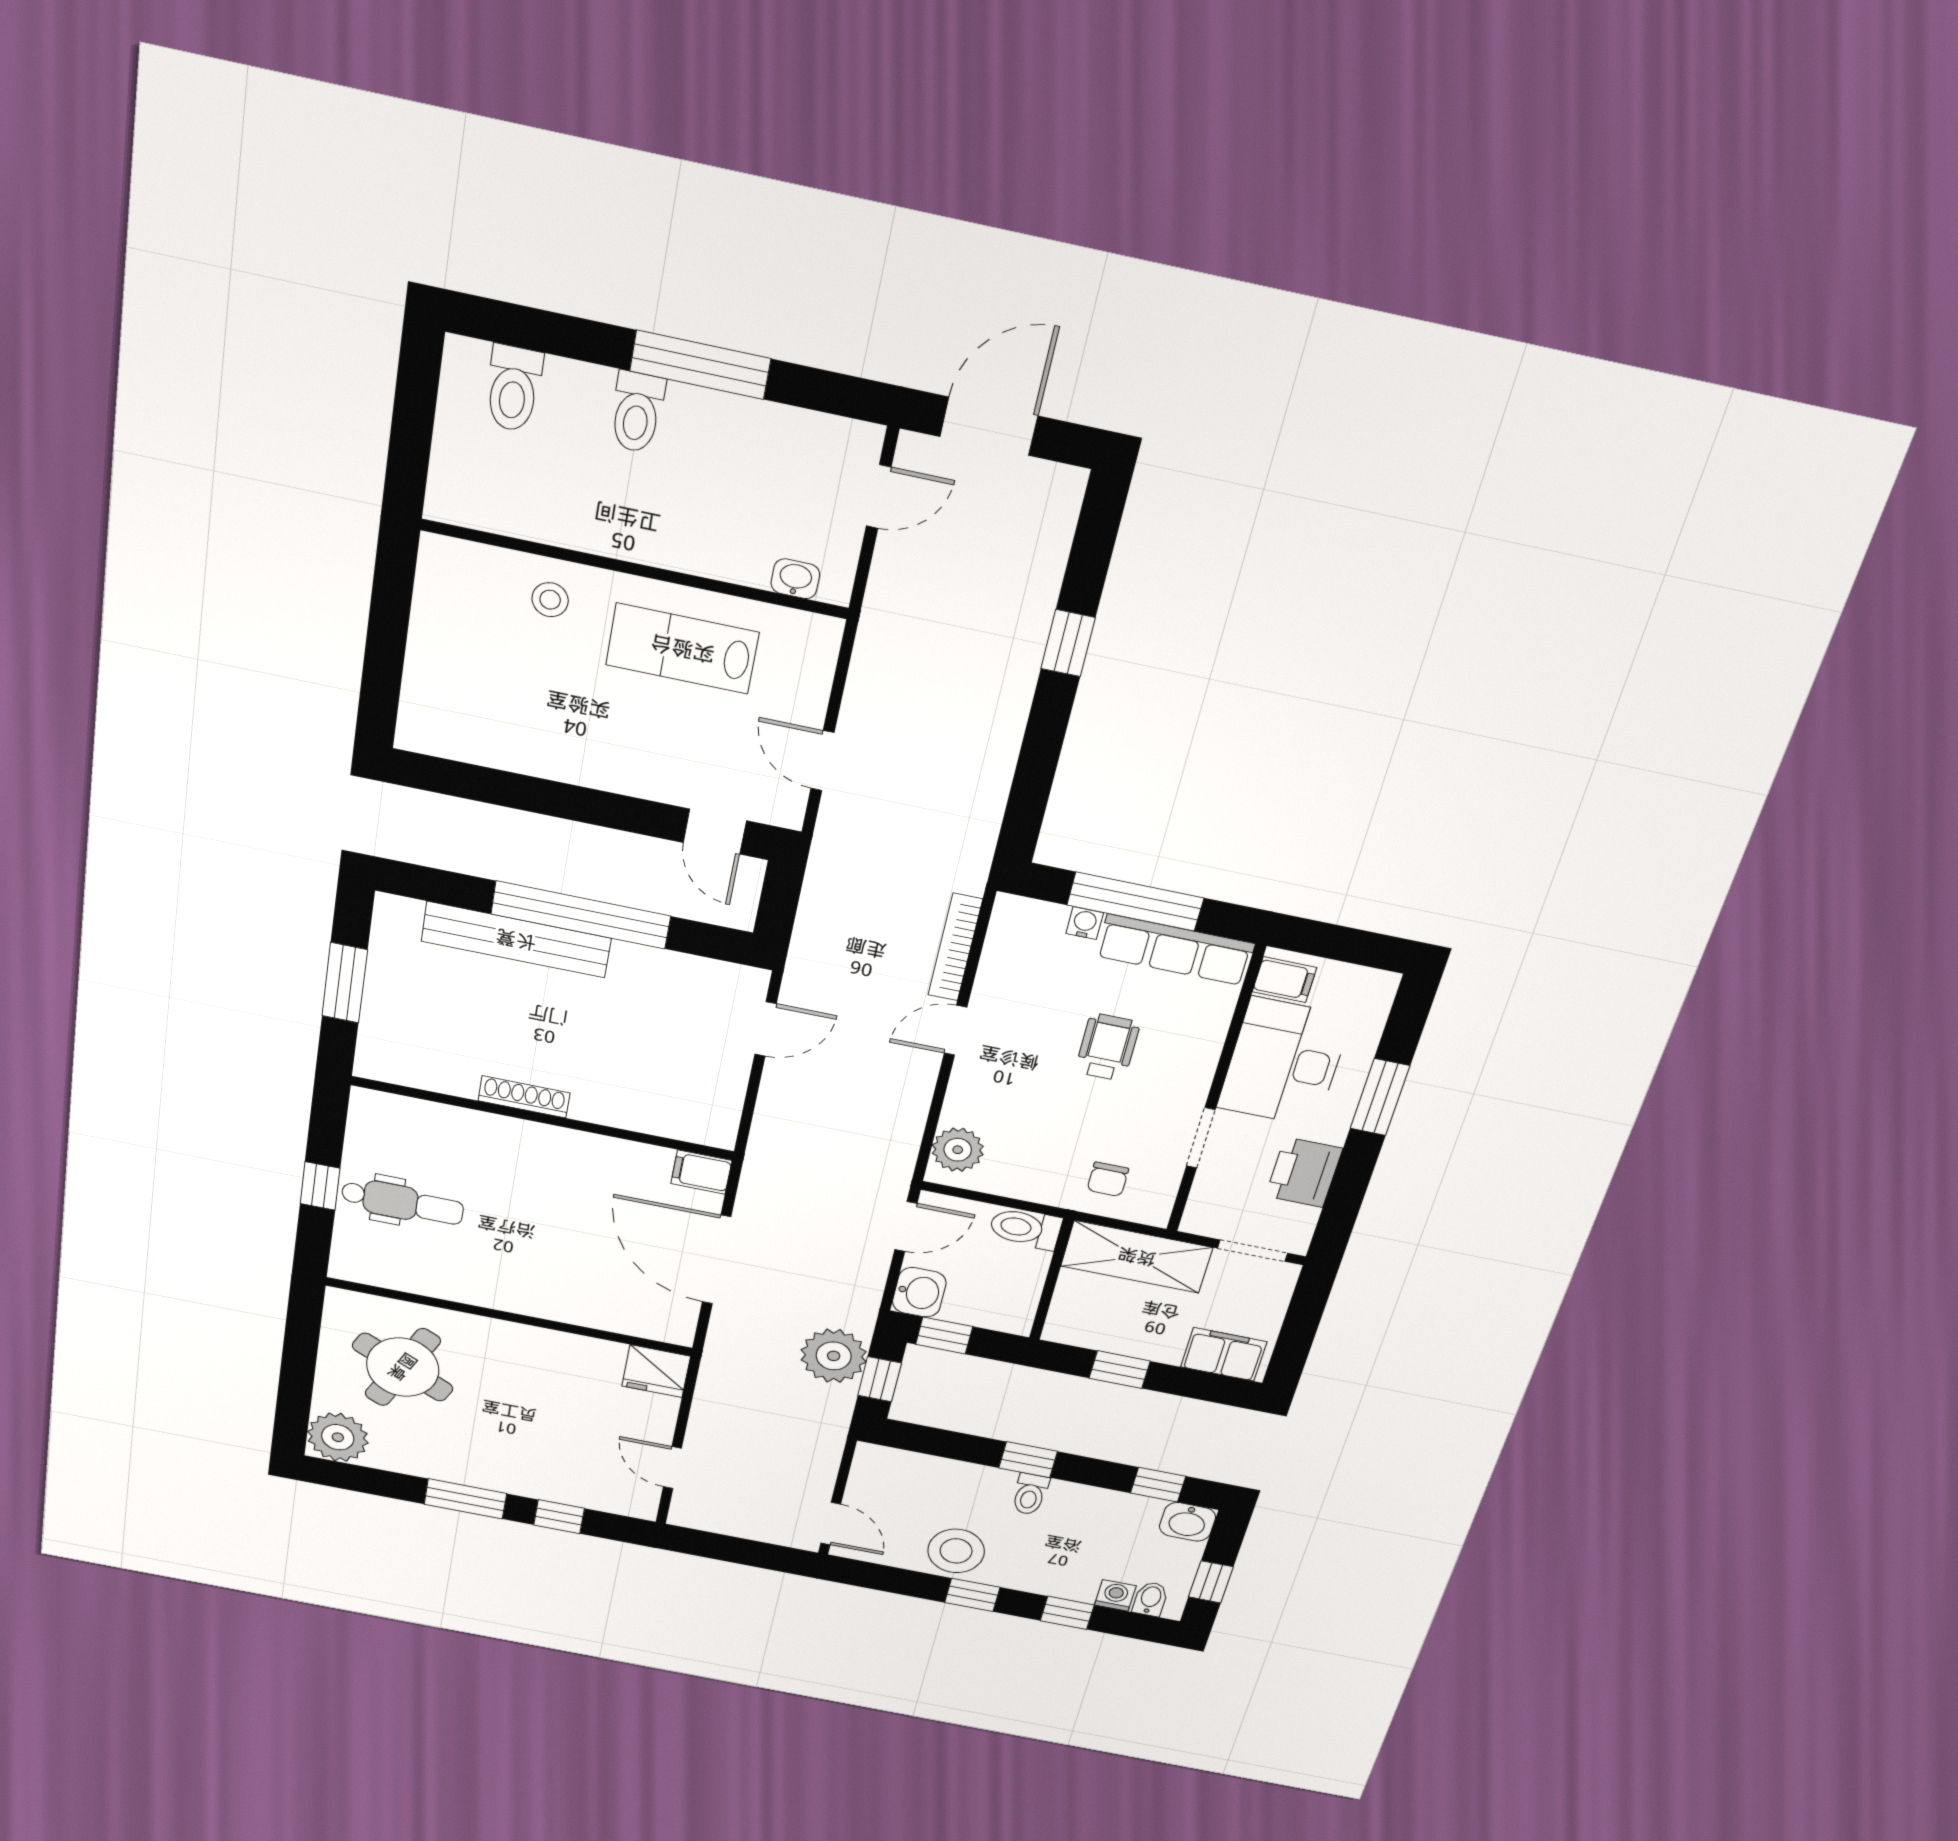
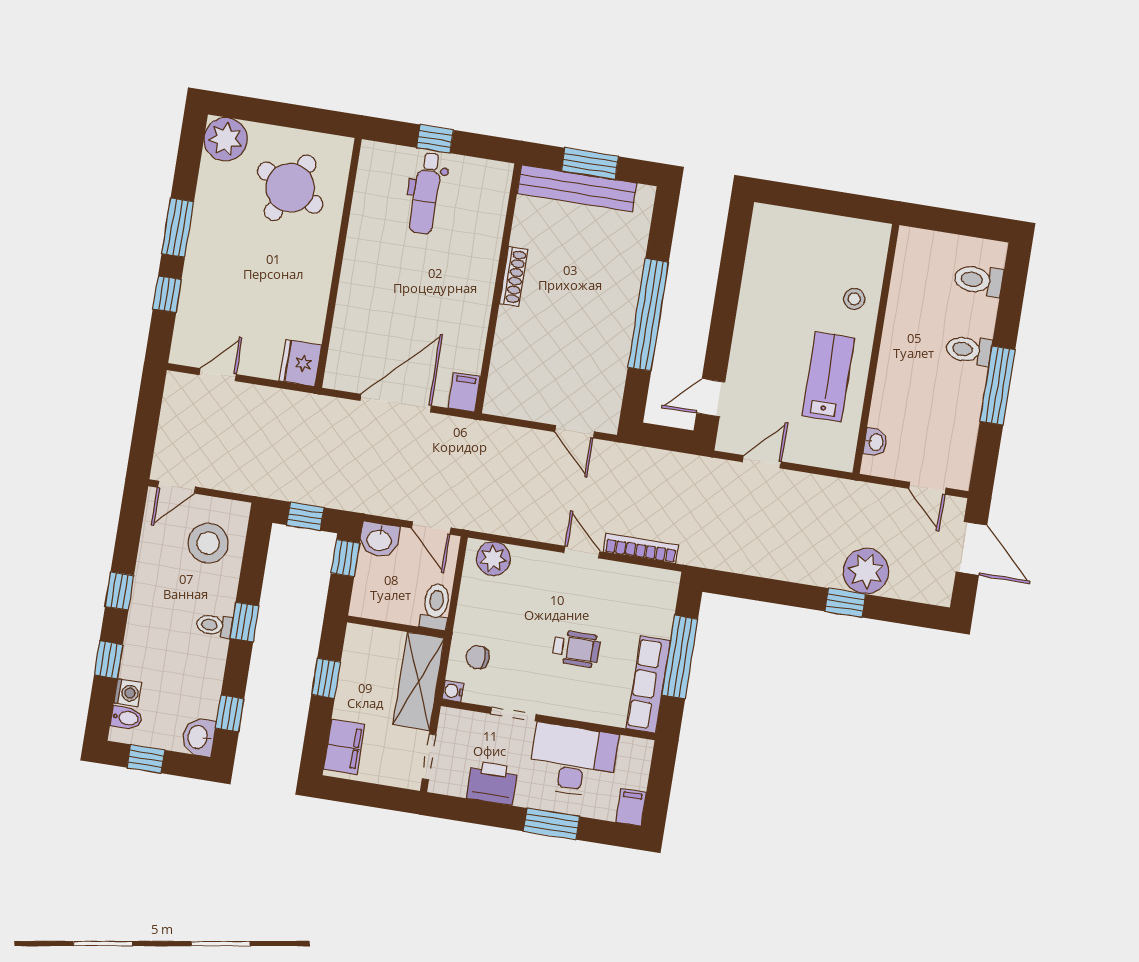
water cooler: (1085, 923) -> (453, 691), moved, turned 180
bench: (516, 940) -> (577, 188), moved, turned 90
filing cabinet: (1284, 980) -> (631, 807), moved, turned 180
plant: (834, 1356) -> (866, 571), moved
stool: (956, 1551) -> (208, 543), moved

